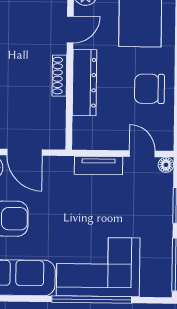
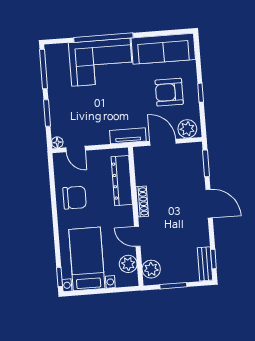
door: (70, 30) -> (137, 236), hinge flipped
dresser: (84, 83) -> (122, 181), moved
tv unit: (98, 166) -> (128, 136), moved

